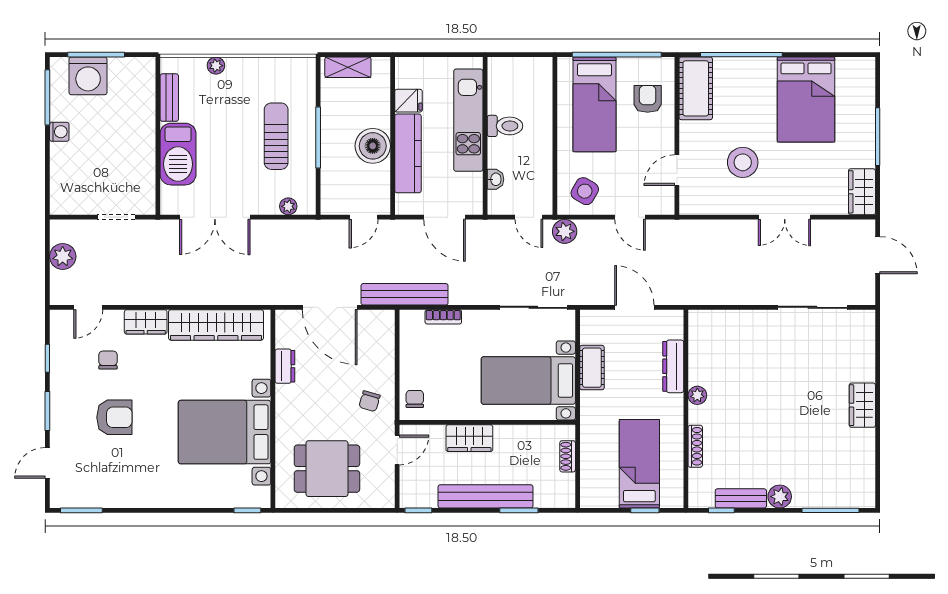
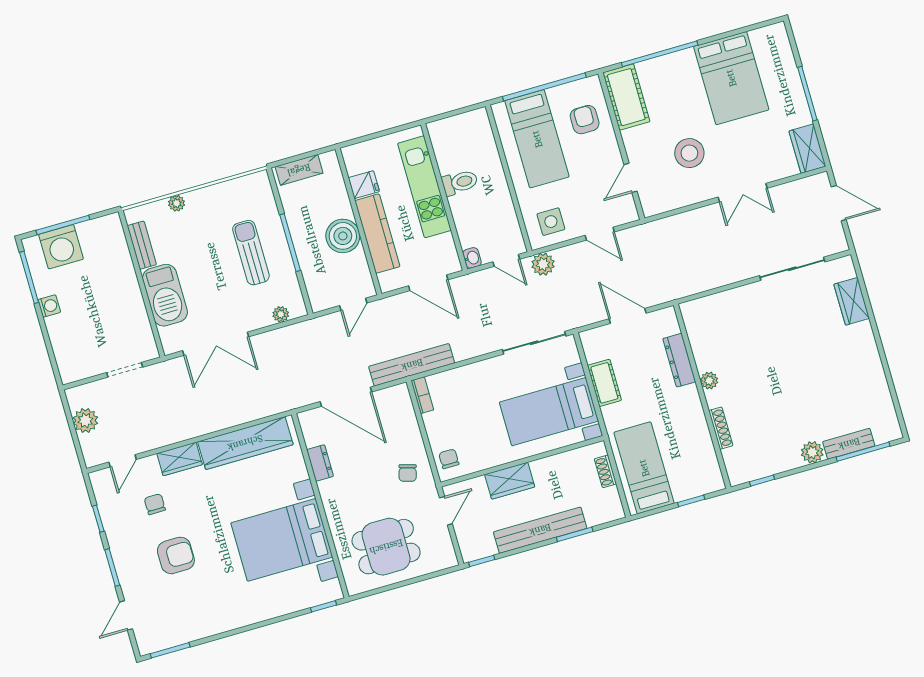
washbasin: (495, 179) -> (472, 258), moved
side table: (585, 191) -> (551, 222), turned -30
bookcase: (443, 317) -> (422, 395), moved, turned -90
wardrobe: (862, 405) -> (852, 301), moved
bed: (639, 464) -> (644, 468), moved
bench: (741, 498) -> (849, 444), moved

